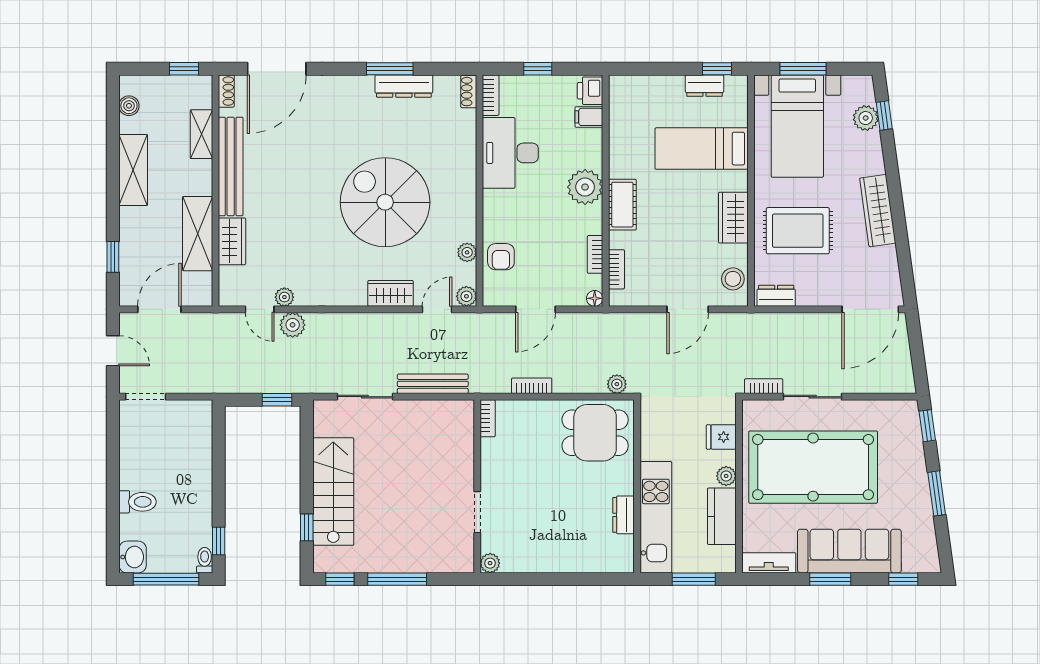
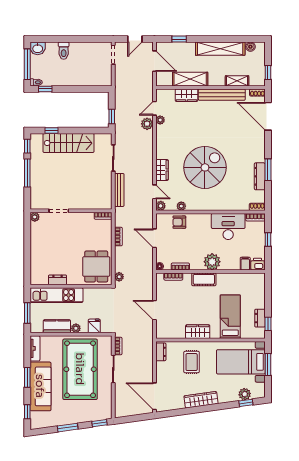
shelving: (133, 170) -> (220, 49), width x1.47
rug: (798, 231) -> (192, 362), width x0.73, depth x0.70
stool: (733, 279) -> (169, 331), removed

